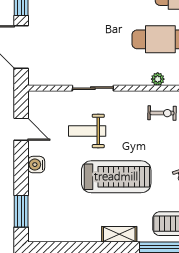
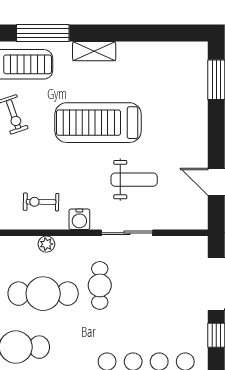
cafe table: (115, 46) -> (100, 285), added
water cooler: (36, 165) -> (79, 219), moved, turned 90

